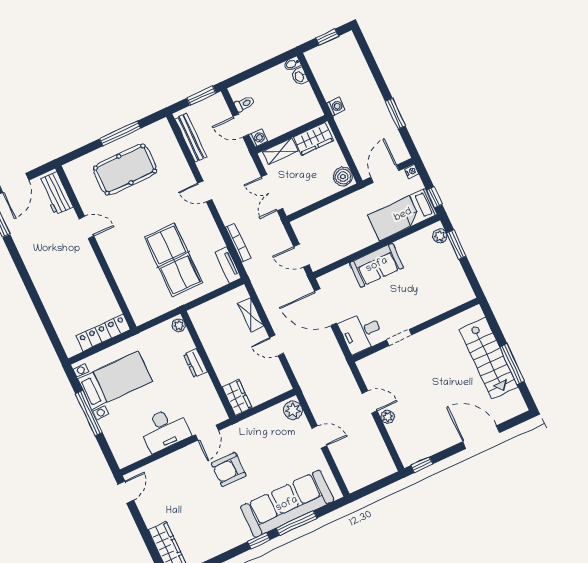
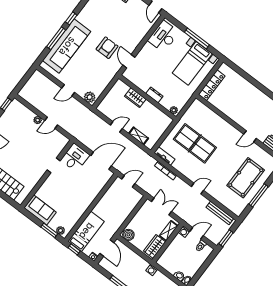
sofa: (377, 265) -> (40, 210), moved, turned 90
wardrobe: (237, 398) -> (135, 98), moved
desk: (165, 429) -> (163, 36), moved

